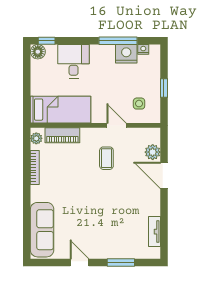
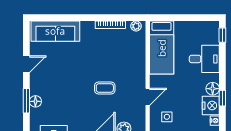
window: (118, 41) -> (222, 98), width x0.46
floor lamp: (38, 52) -> (213, 89), moved
piano: (62, 135) -> (139, 49), removed
coffee table: (106, 158) -> (105, 88), moved
floor lamp: (122, 252) -> (35, 101), added

